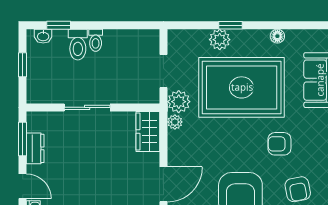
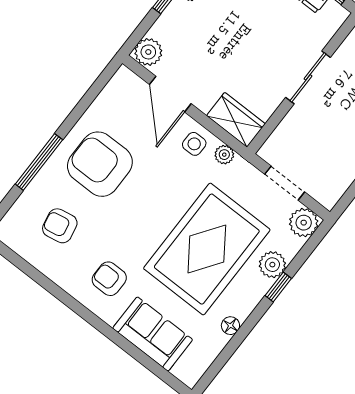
plant: (179, 102) -> (304, 223), moved
armchair: (279, 144) -> (109, 279), moved, turned -90
side table: (183, 146) -> (194, 144), added

